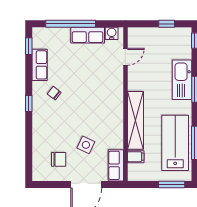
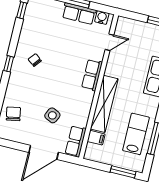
row of seats: (40, 65) -> (92, 75), moved, turned 180
lab bench: (175, 143) -> (136, 134), width x0.73, depth x0.72
chair: (59, 159) -> (13, 114), moved, turned -101

